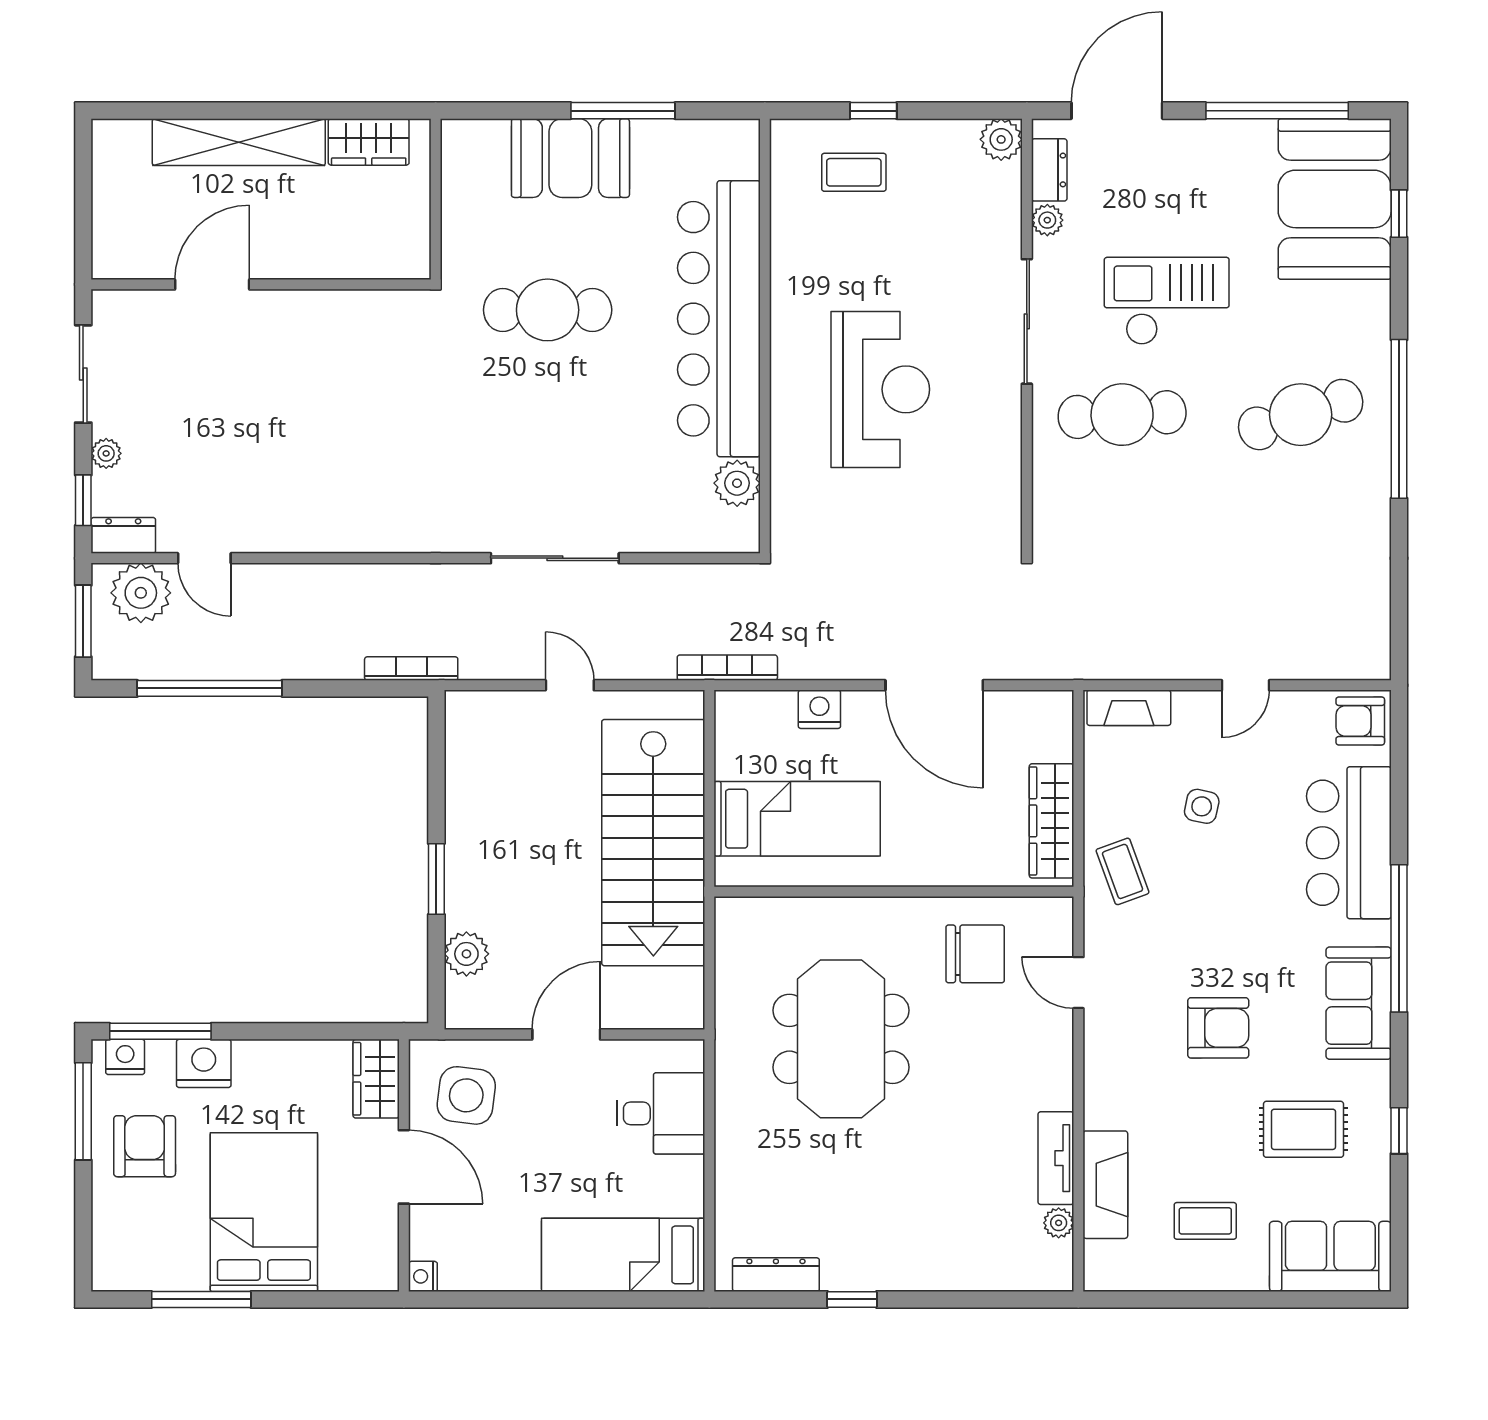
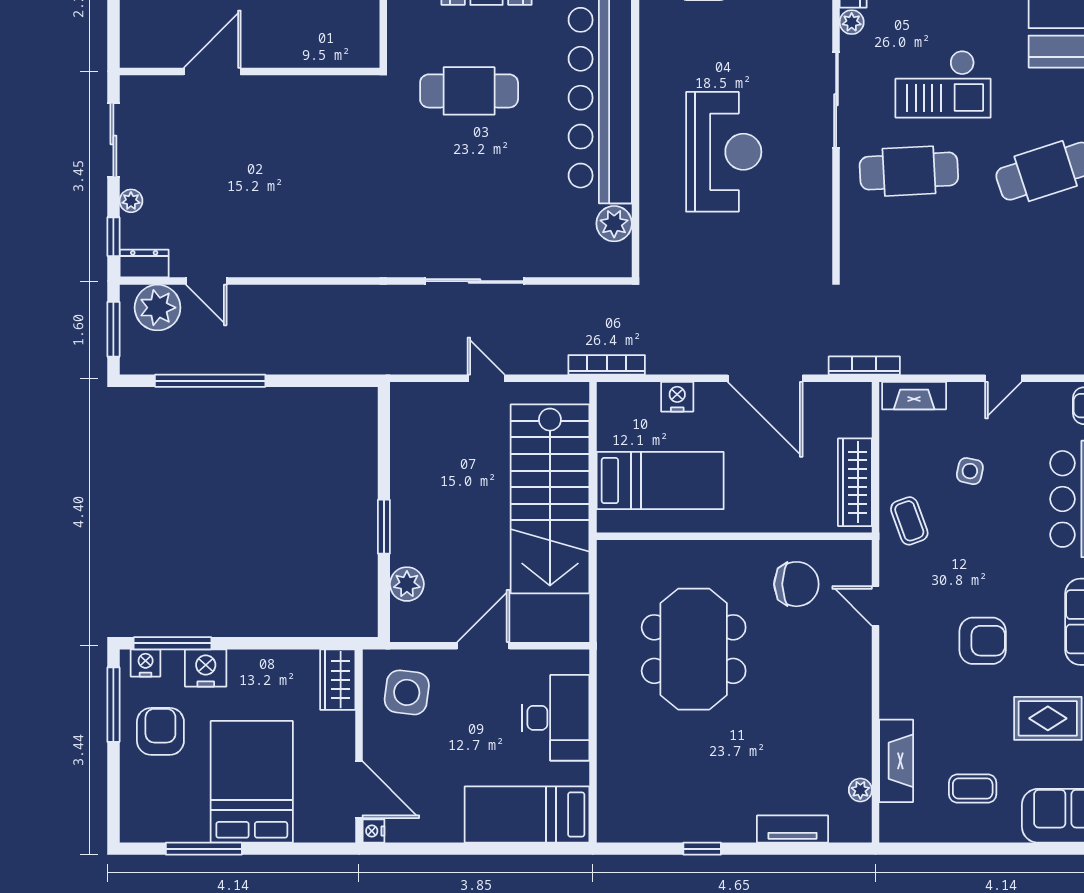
checkout: (1167, 301) -> (943, 84), turned 180
bookcase: (411, 669) -> (864, 366), moved
desk: (661, 1113) -> (556, 718), width x1.37
tv unit: (1056, 1158) -> (793, 829), moved, turned 90
door: (404, 1167) -> (359, 790), moved
dresser: (776, 1275) -> (644, 830), removed

